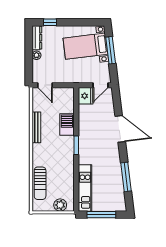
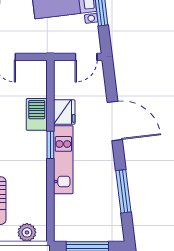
fridge: (86, 96) -> (64, 112), moved
kitchen unit: (85, 188) -> (63, 160), moved

